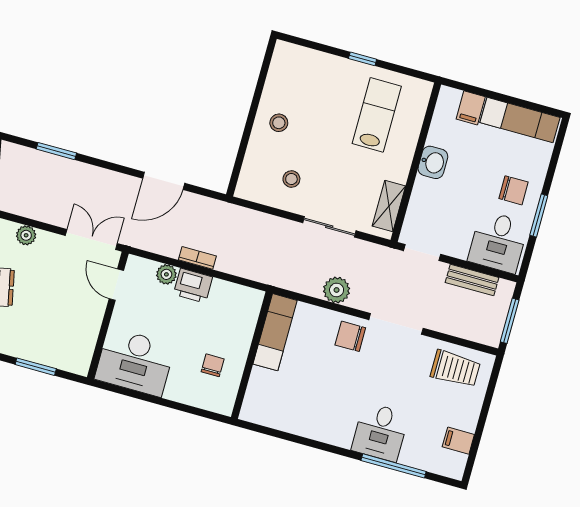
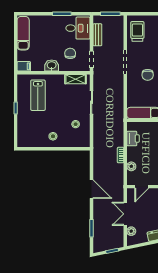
filing cabinet: (471, 108) -> (24, 66), moved
lab bench: (377, 115) -> (38, 95), turned -90
door: (164, 181) -> (92, 189), moved
chair: (513, 190) -> (70, 53), moved
double door: (91, 239) -> (125, 214), moved
printer: (193, 286) -> (133, 139), moved
plant: (337, 290) -> (118, 92), removed
chair: (350, 336) -> (148, 75), moved

